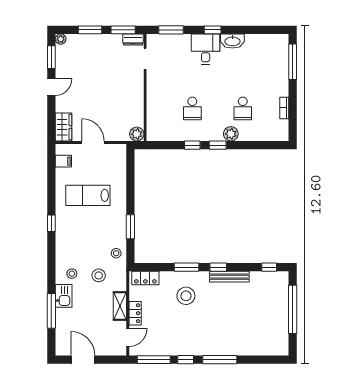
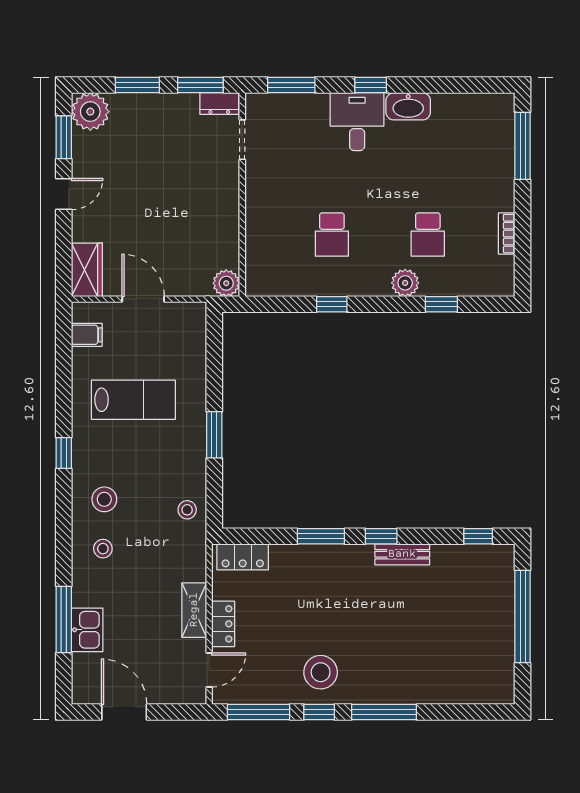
plant: (61, 39) -> (90, 112), width x1.87, depth x1.87
window: (218, 145) -> (441, 304), moved
lab bench: (88, 195) -> (133, 400), turned 180
window: (130, 227) -> (214, 435), moved
stool: (99, 275) -> (104, 499), moved
bench: (229, 277) -> (402, 554), width x0.73
kitchen sink: (64, 296) -> (87, 630), moved
stool: (186, 296) -> (321, 672), moved

